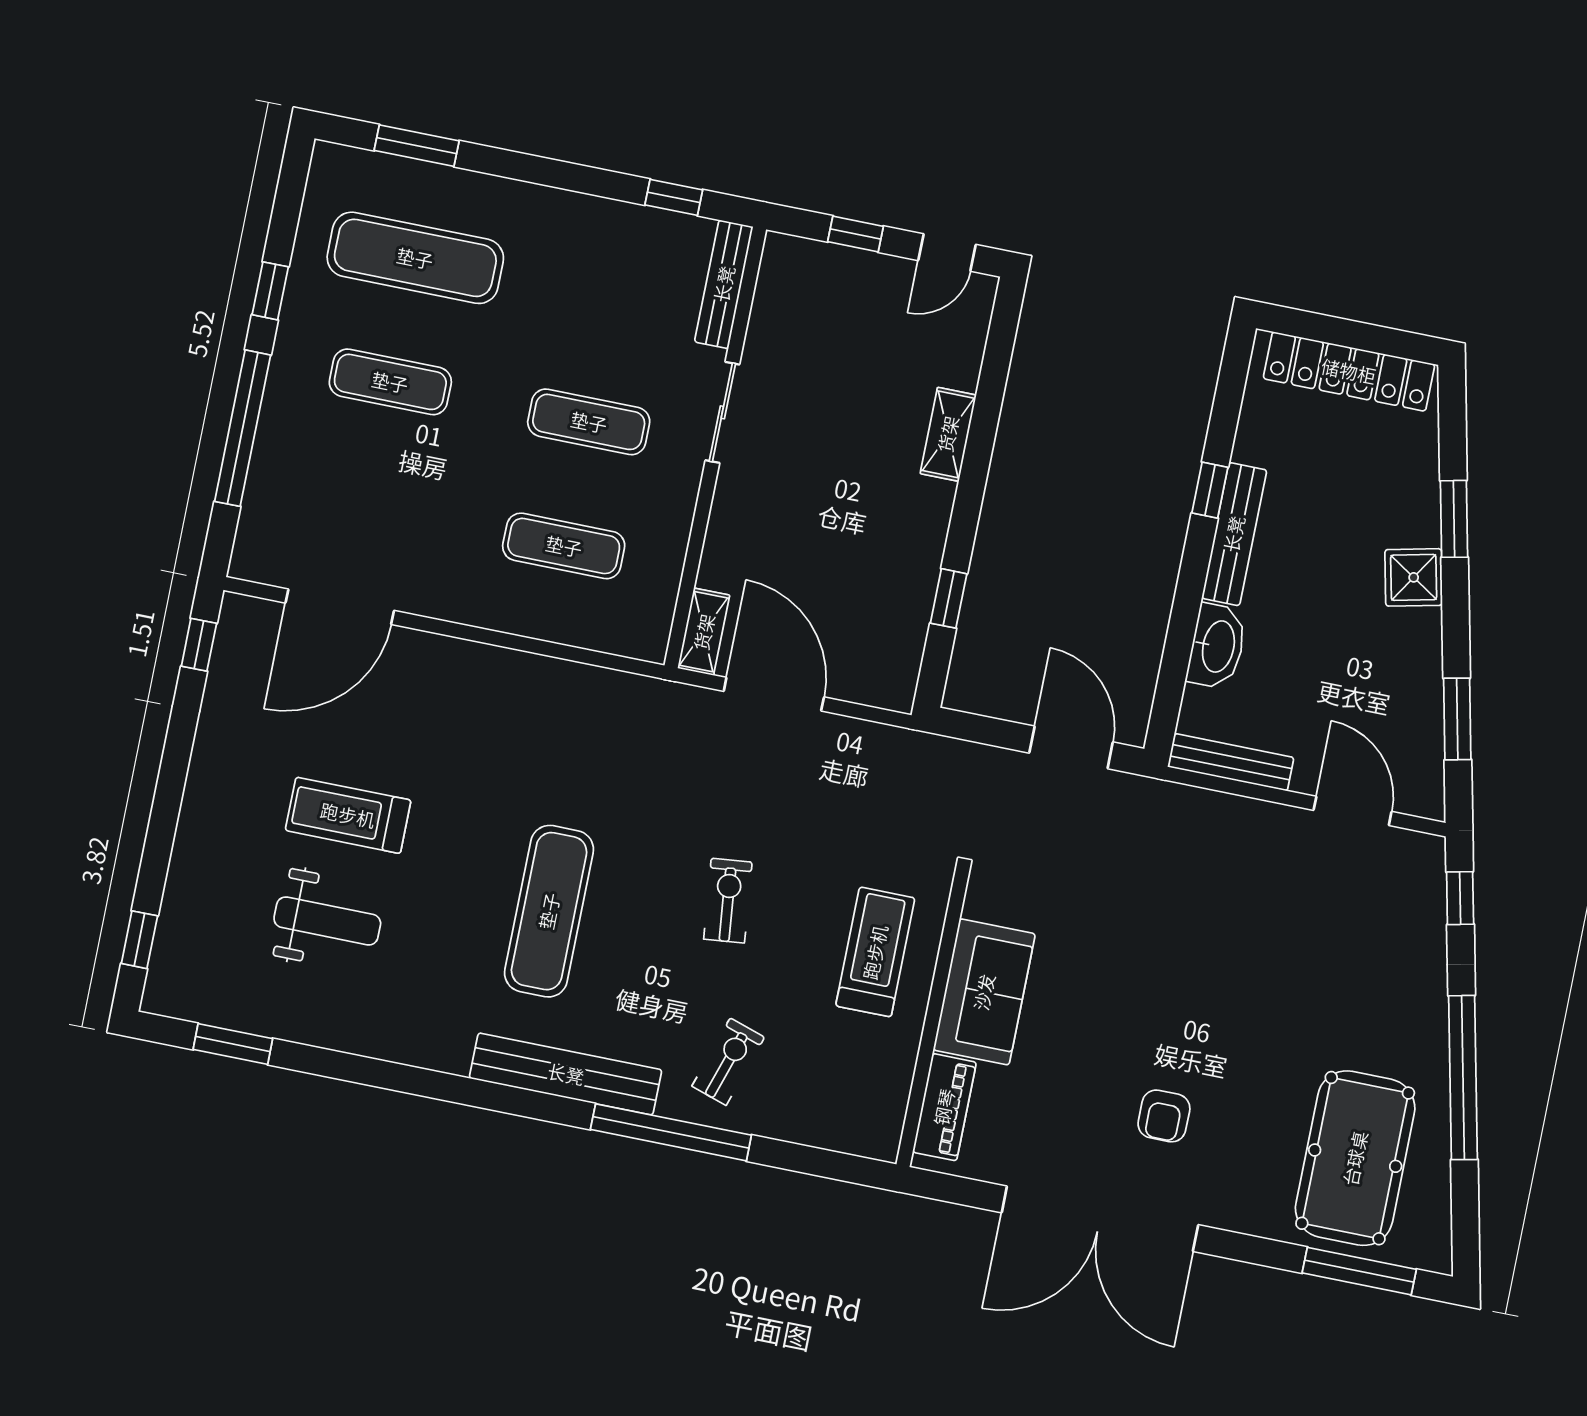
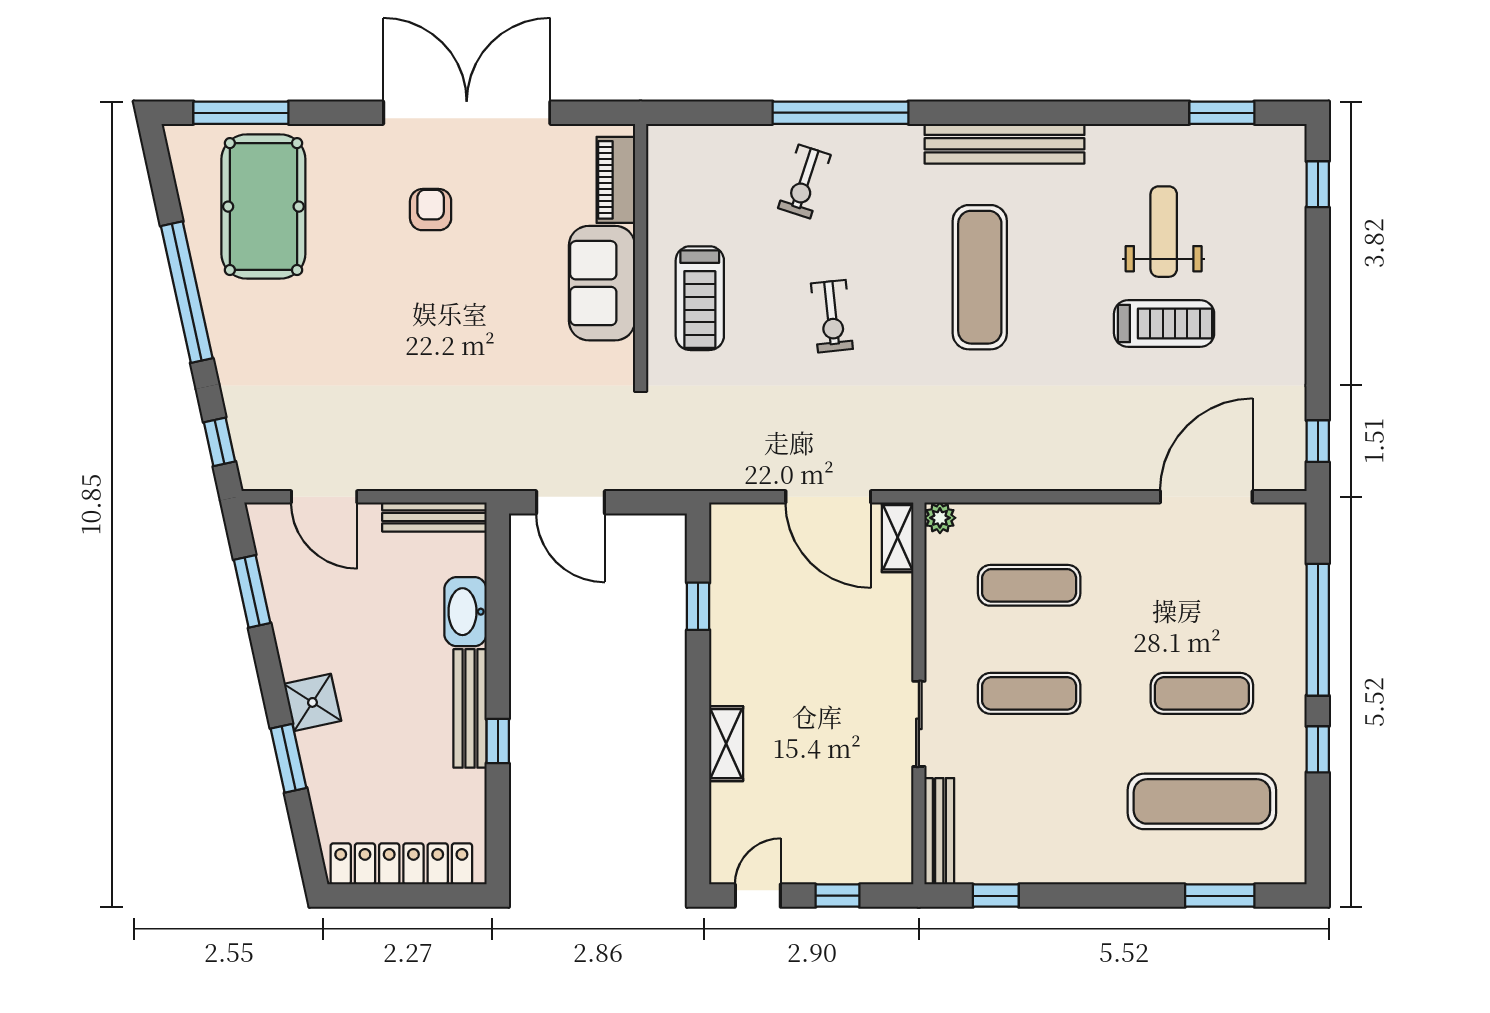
plant: (650, 644) -> (940, 518), added
weight bench: (327, 921) -> (1164, 232), turned 90
bench: (566, 1074) -> (1005, 144), moved

